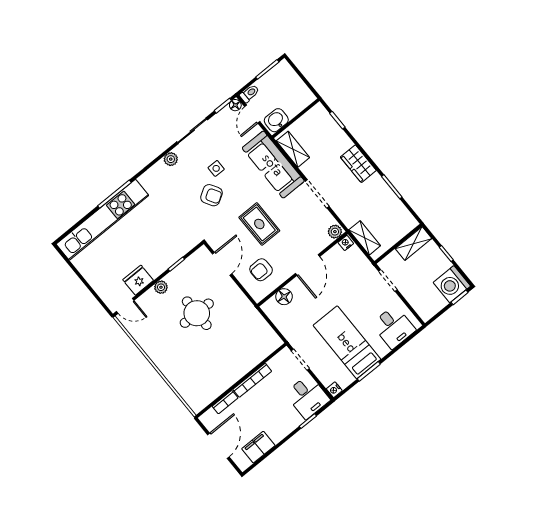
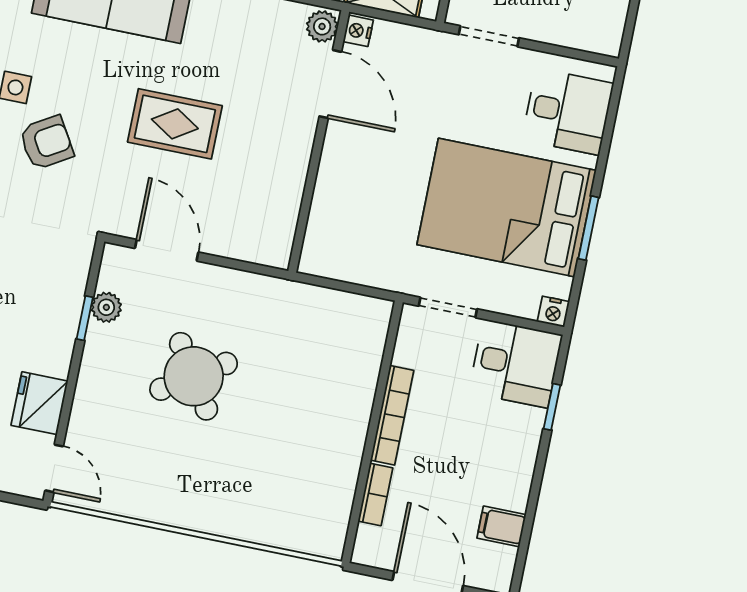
door: (307, 265) -> (330, 84), moved
armchair: (261, 270) -> (245, 204), removed
plant: (161, 287) -> (106, 307), moved
floor lamp: (284, 297) -> (326, 218), removed
door: (125, 306) -> (54, 468), hinge flipped
round table: (197, 313) -> (194, 376), turned -33
bed: (347, 342) -> (507, 208), width x1.50
filing cabinet: (258, 447) -> (502, 526), width x0.50

